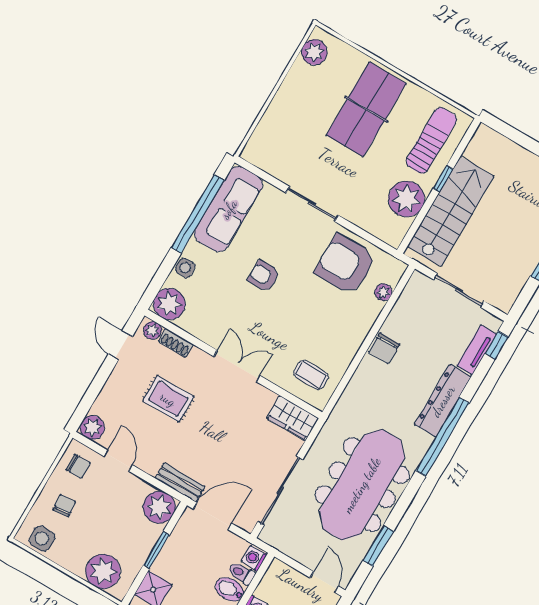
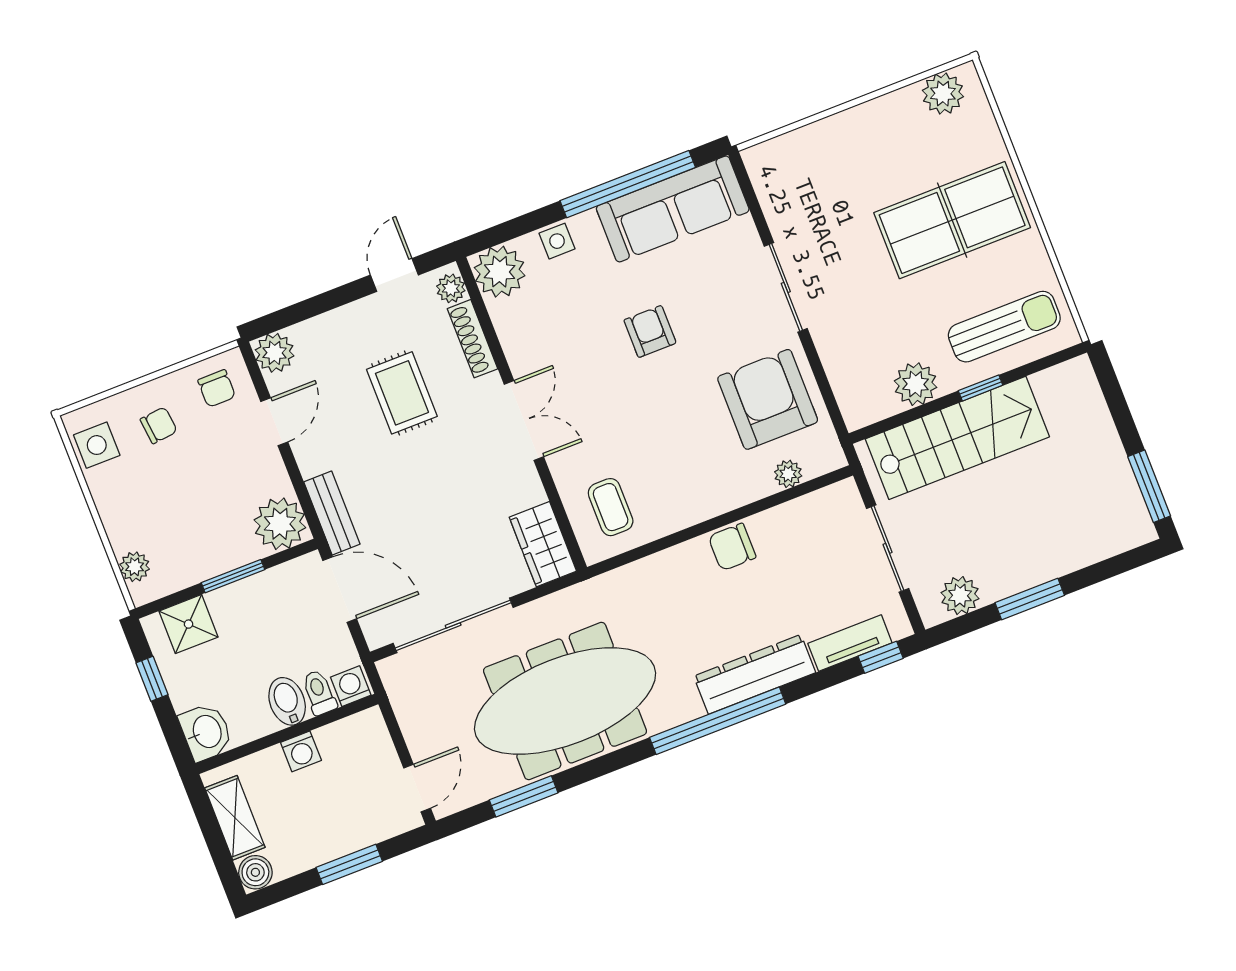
plant: (406, 199) -> (916, 384), width x0.73, depth x0.73
plant: (511, 286) -> (960, 596), added
shoe rack: (176, 343) -> (473, 339), width x1.43
plant: (103, 571) -> (135, 567), width x0.53, depth x0.53

